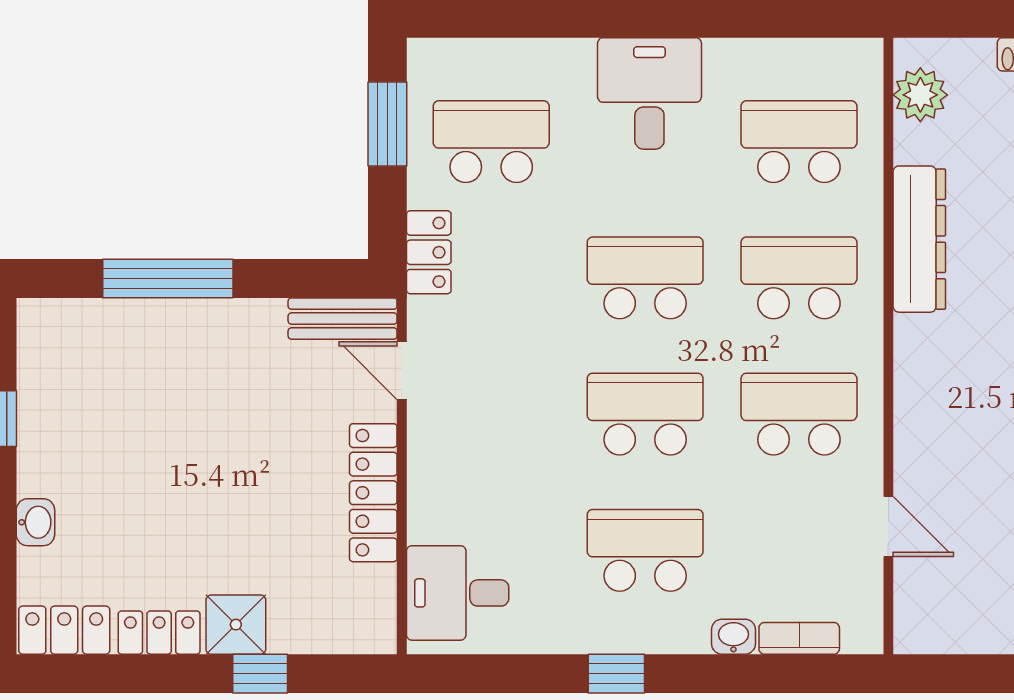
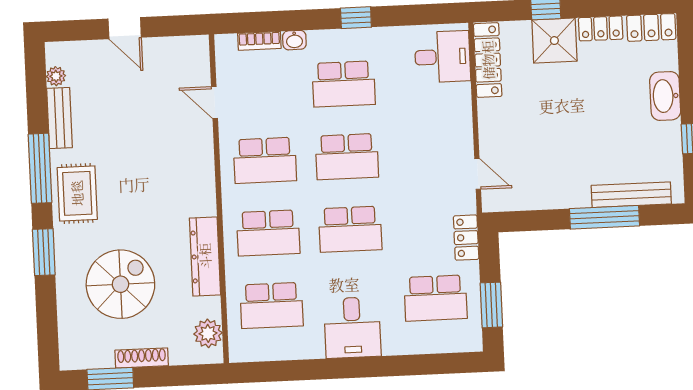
bench: (343, 319) -> (631, 195), moved, width x1.36
locker: (373, 493) -> (488, 60), moved
washbasin: (35, 522) -> (665, 96), width x1.91, depth x1.45
shower: (236, 625) -> (554, 41), width x1.36, depth x1.36

